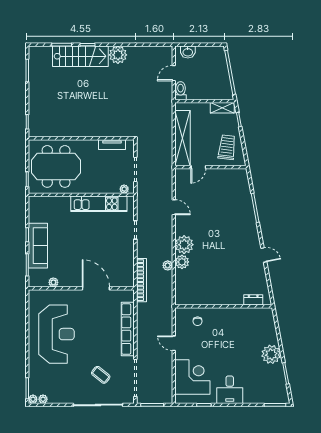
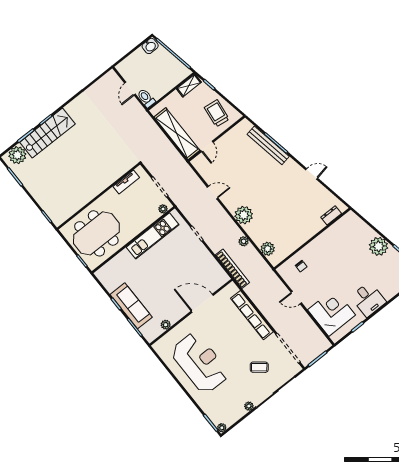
washbasin: (188, 52) -> (150, 46), moved
plant: (118, 55) -> (17, 155), moved
bench: (247, 205) -> (268, 145), added
plant: (182, 262) -> (268, 249), moved
plant: (43, 399) -> (249, 406), moved

